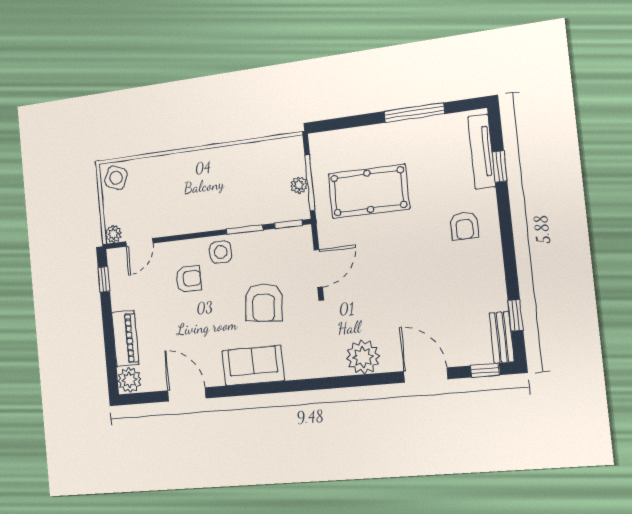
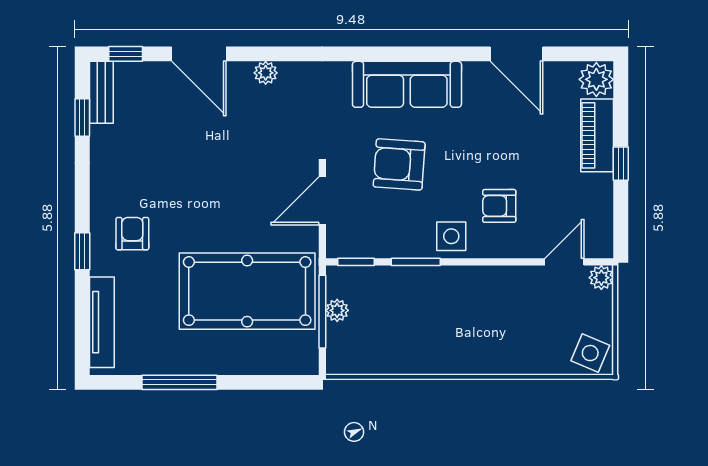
window: (500, 166) -> (82, 251), moved
pool table: (369, 191) -> (247, 291), width x1.36, depth x1.32
window: (104, 279) -> (621, 164), moved
armchair: (264, 303) -> (399, 164), turned -91
plant: (363, 357) -> (266, 73), width x0.53, depth x0.53
sofa: (253, 366) -> (407, 84), width x1.36

